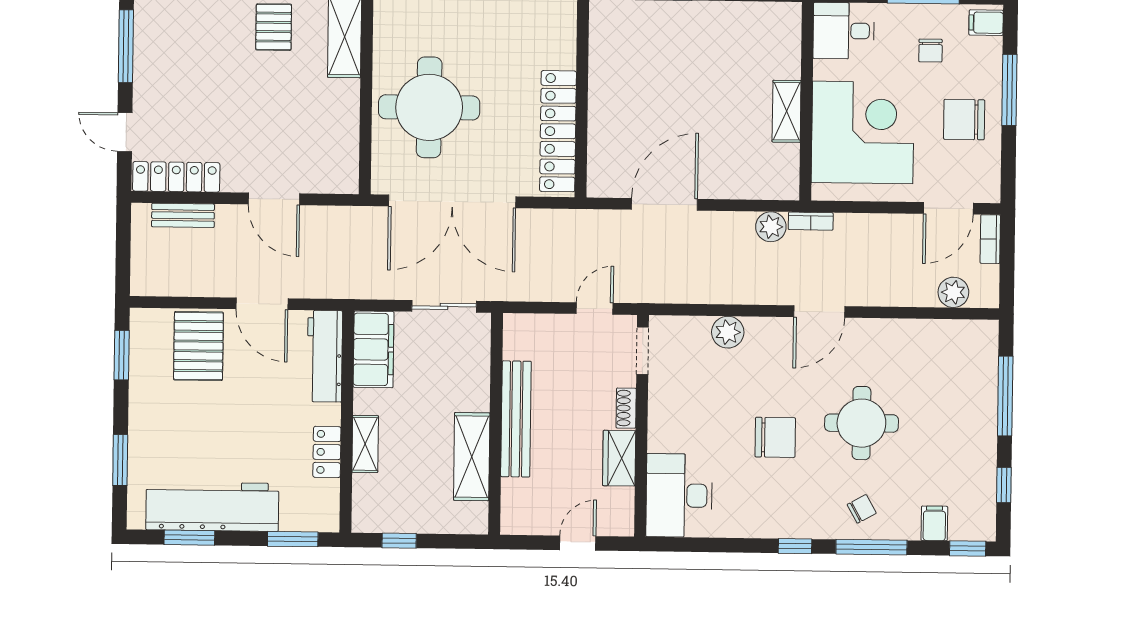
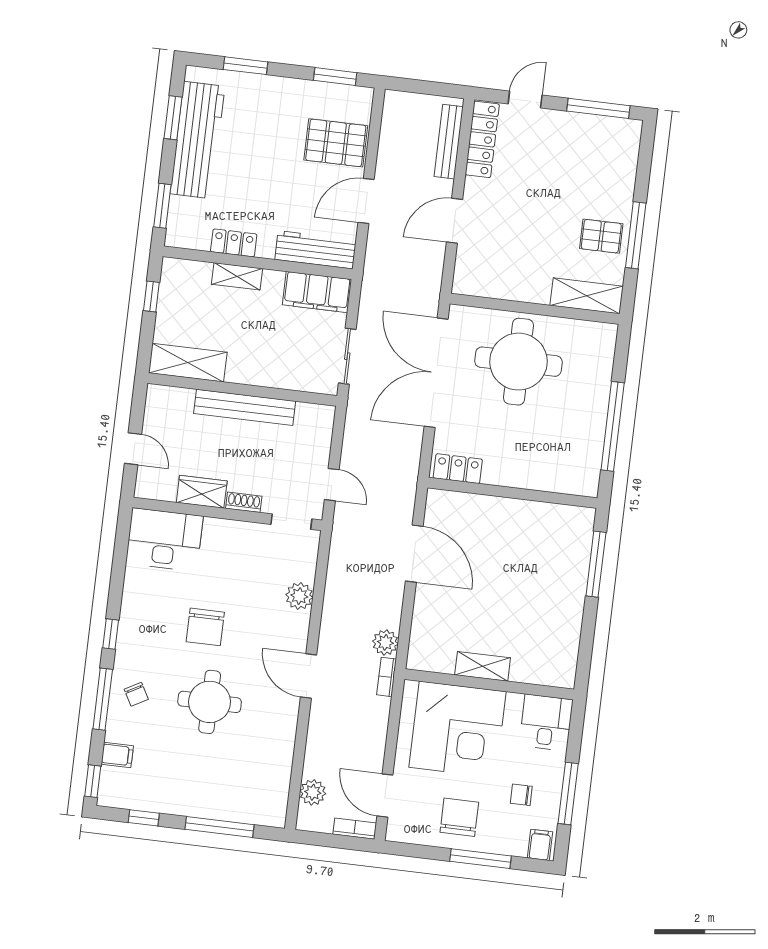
locker: (558, 131) -> (458, 469), width x0.46, depth x0.83
bench: (183, 215) -> (449, 142), width x1.36
shelving: (472, 457) -> (188, 363), moved

